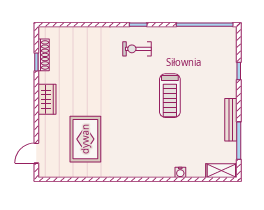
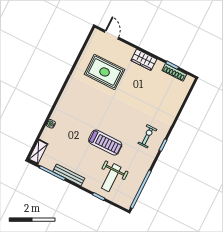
weight bench: (208, 67) -> (111, 178), added
treadmill: (170, 96) -> (105, 143), turned 180

